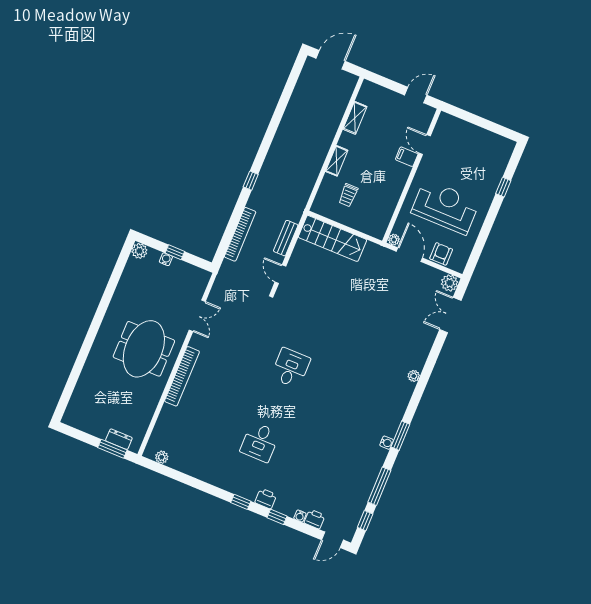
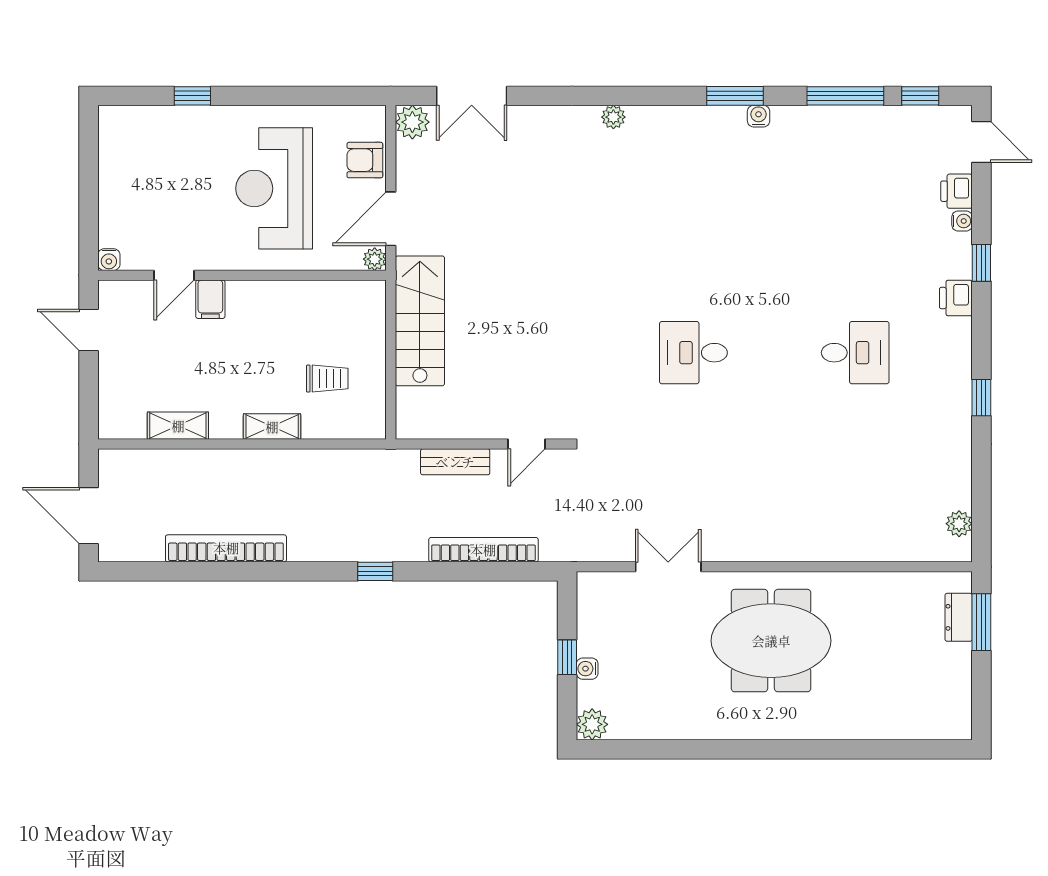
water cooler: (444, 118) -> (109, 260), added
stairs: (332, 238) -> (420, 321), moved
bookcase: (182, 376) -> (226, 548), moved
window: (241, 502) -> (981, 398), moved

